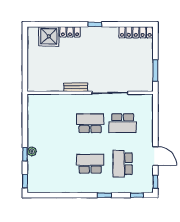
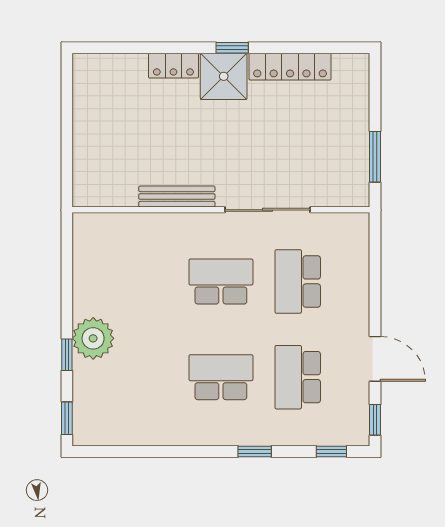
locker: (136, 32) -> (290, 67), moved
shower: (49, 36) -> (224, 76), moved
bench: (76, 87) -> (177, 197), width x1.36
school desk: (123, 123) -> (298, 281), turned 90
plant: (32, 151) -> (93, 338), width x1.88, depth x1.88

